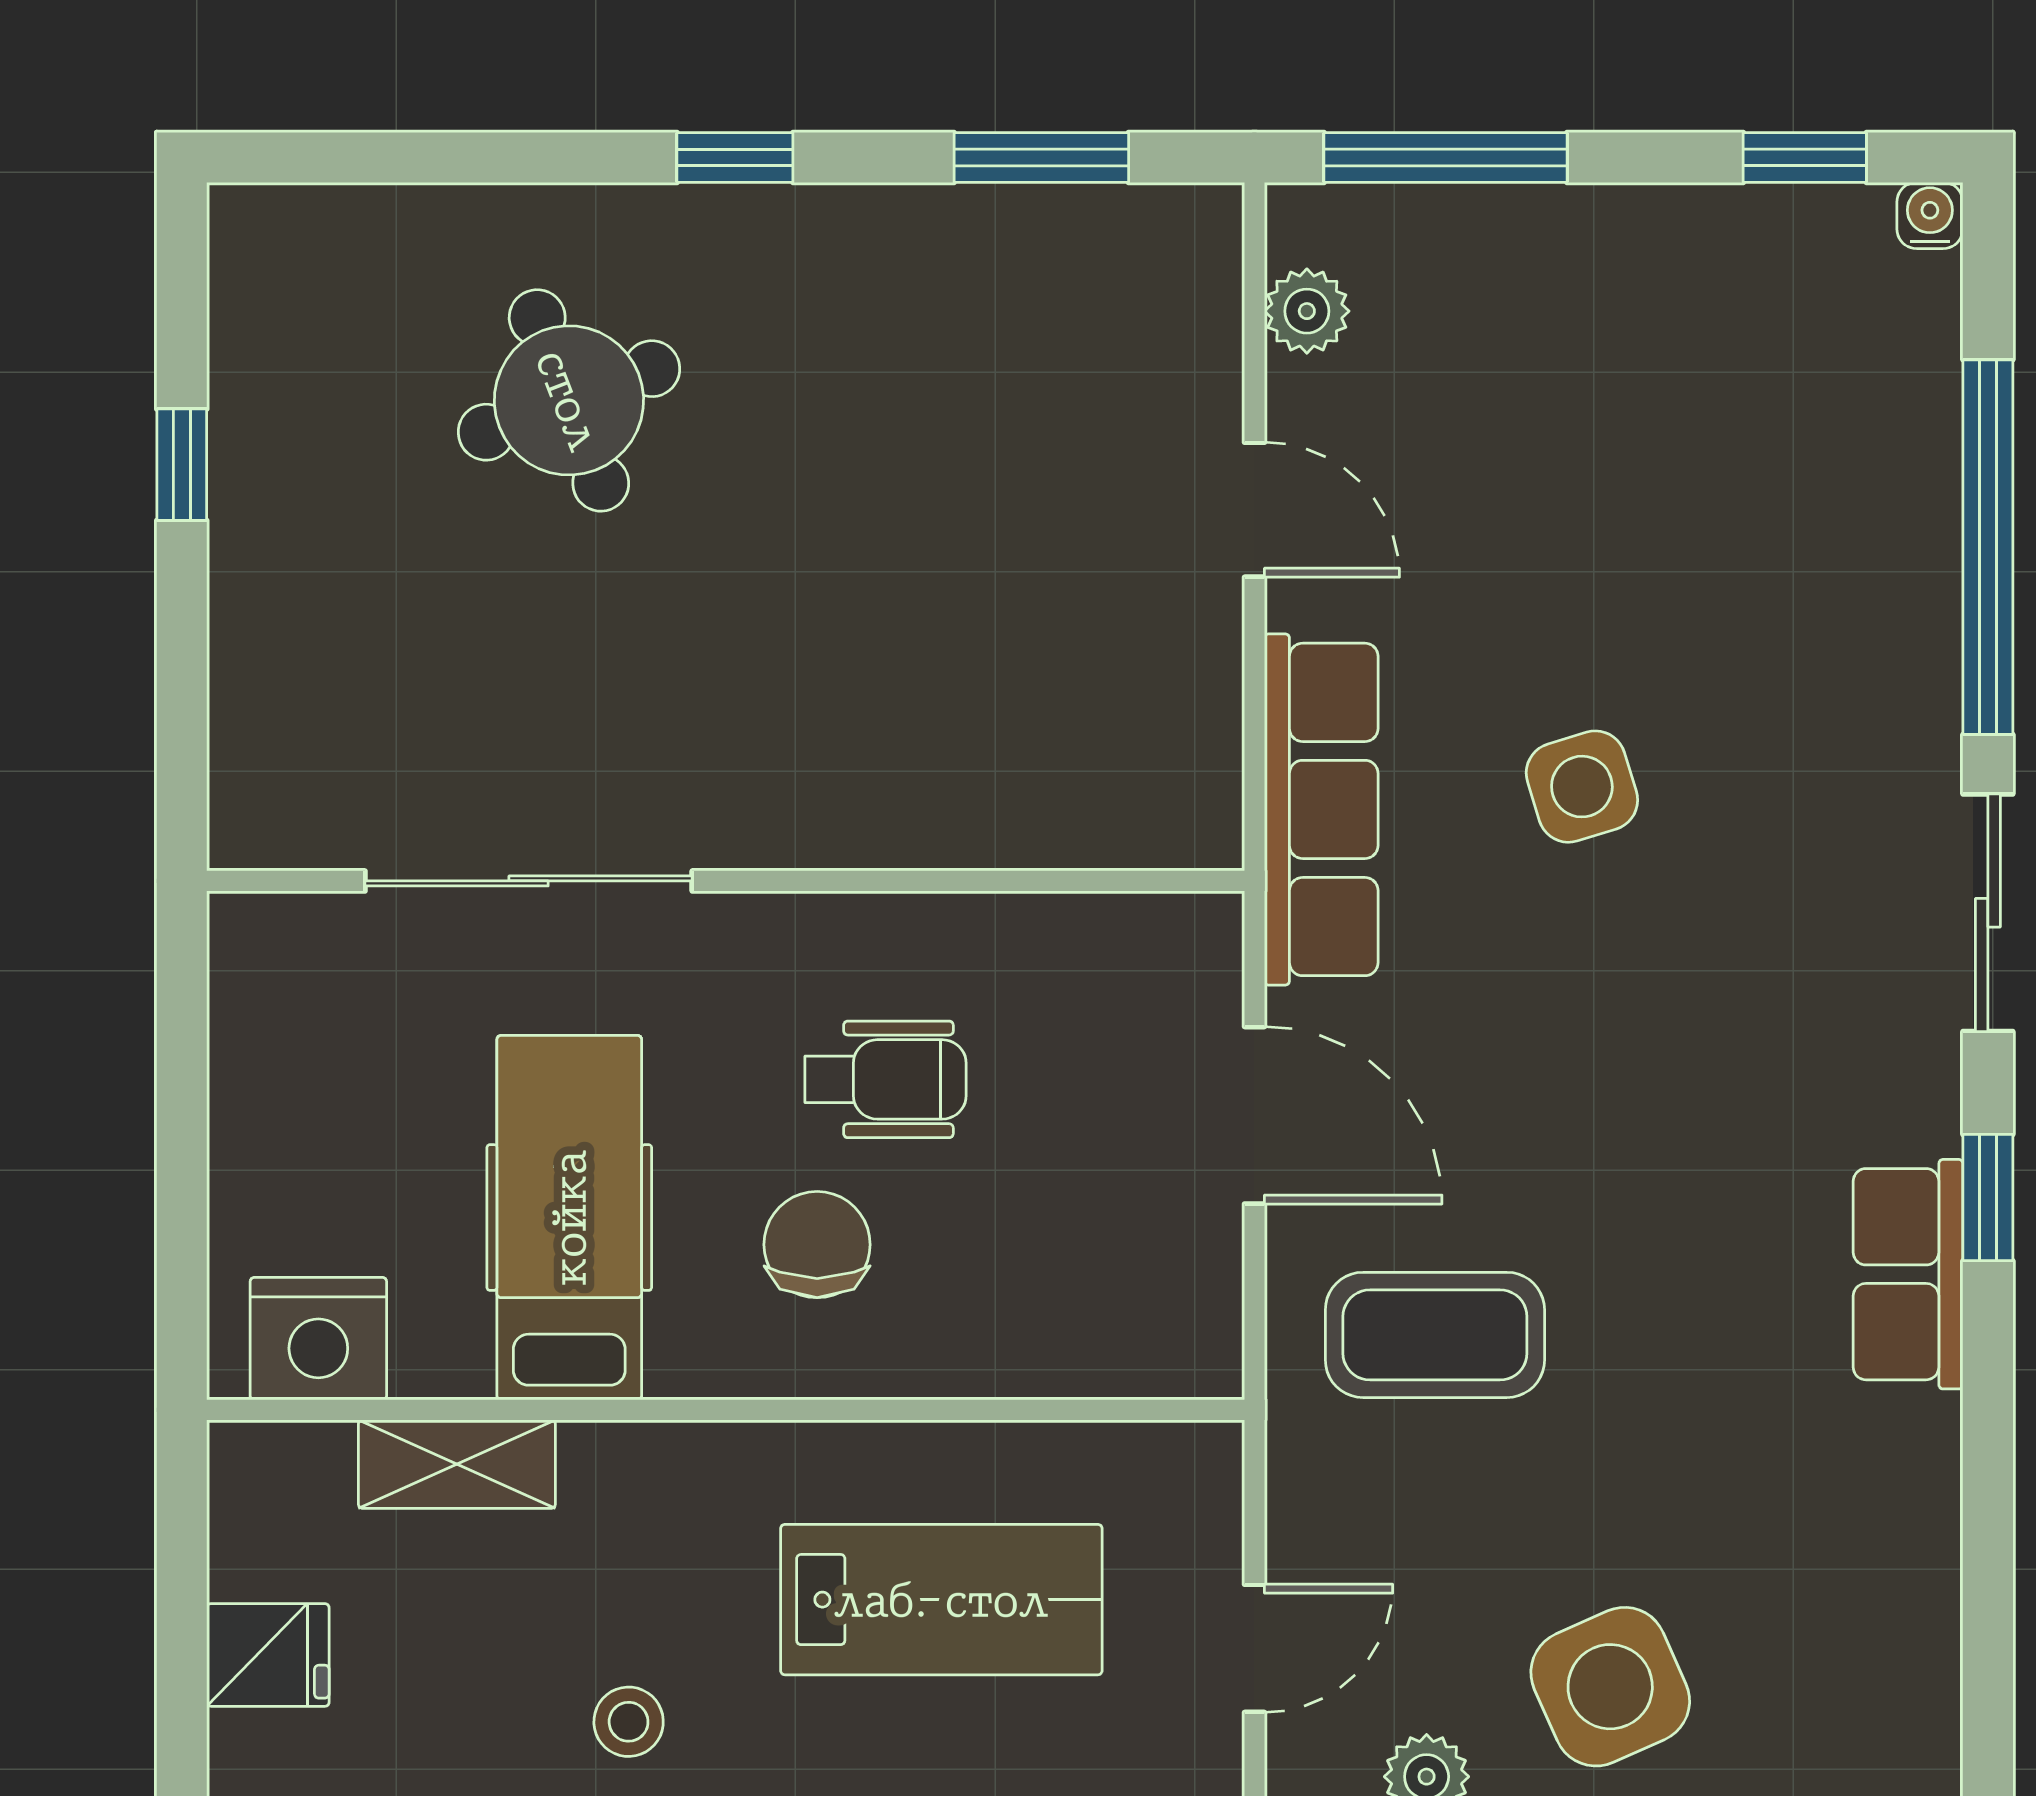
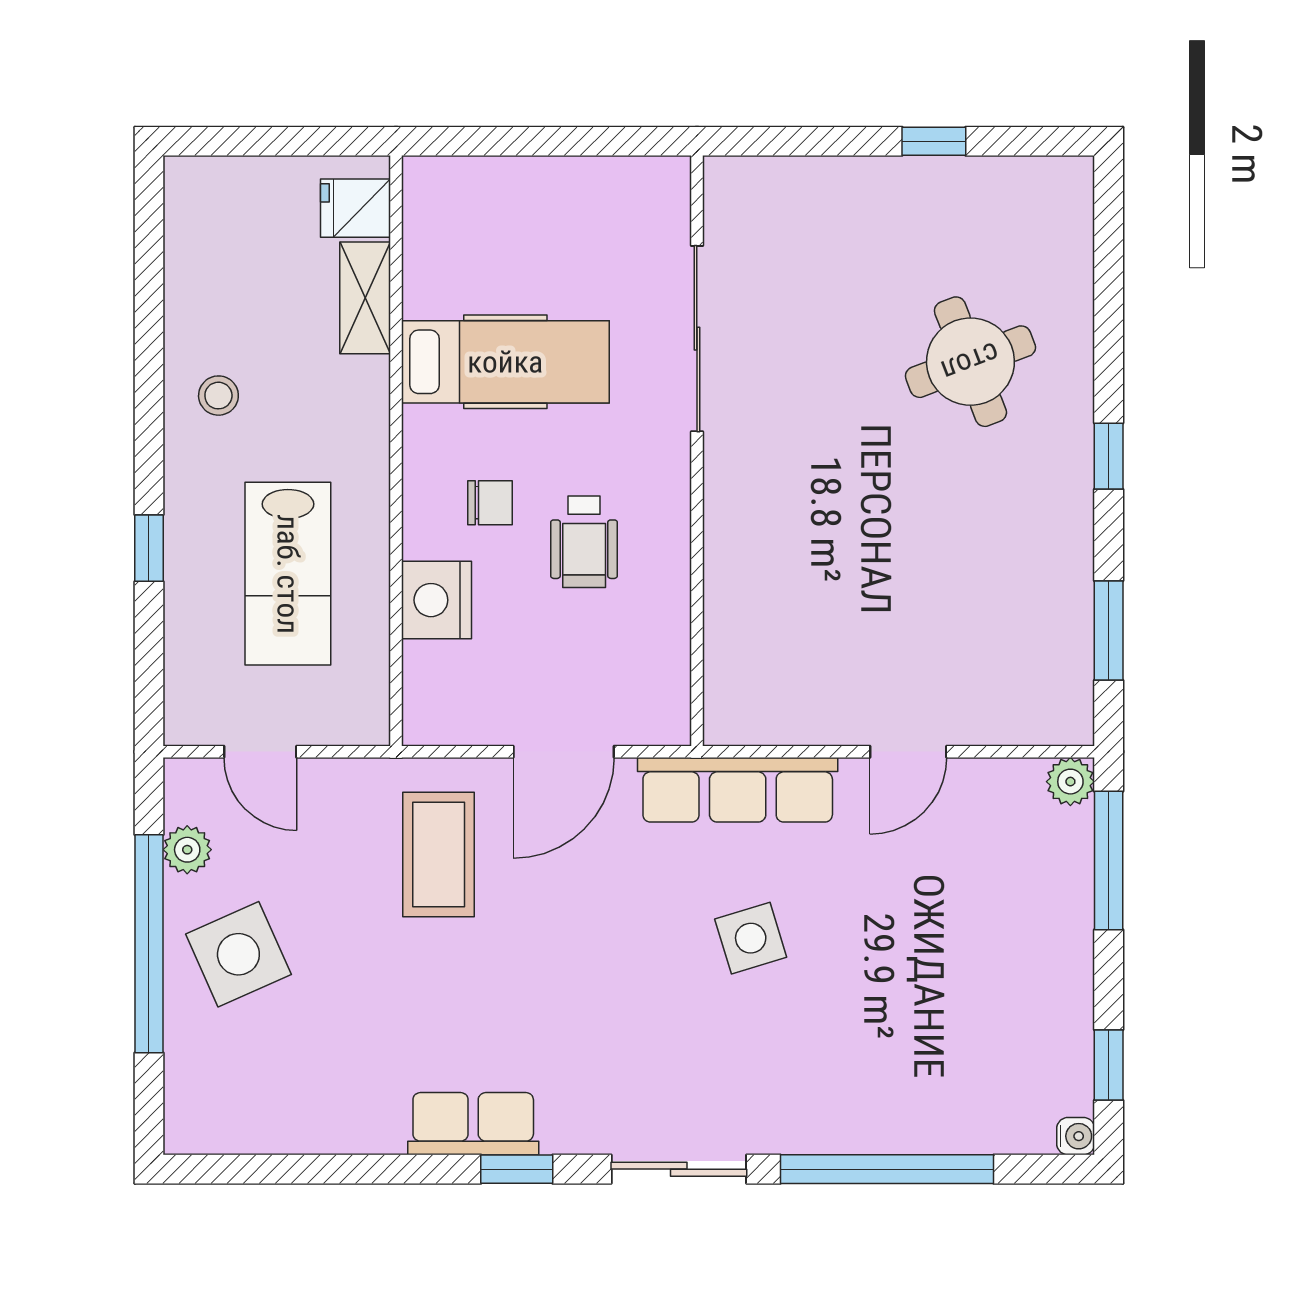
plant: (1307, 311) -> (1070, 782), moved
chair: (817, 1245) -> (490, 503), width x0.73, depth x0.73
nightstand: (318, 1339) -> (437, 600), moved
fridge: (268, 1655) -> (355, 208), moved, turned 90

